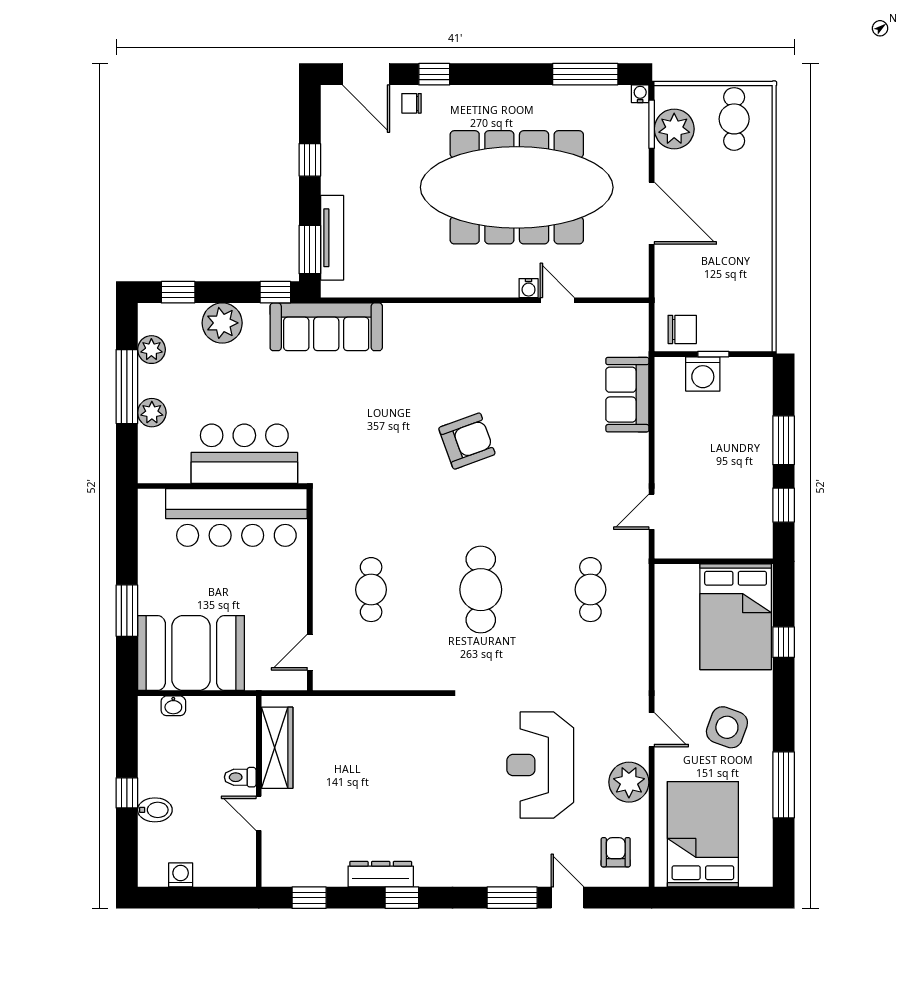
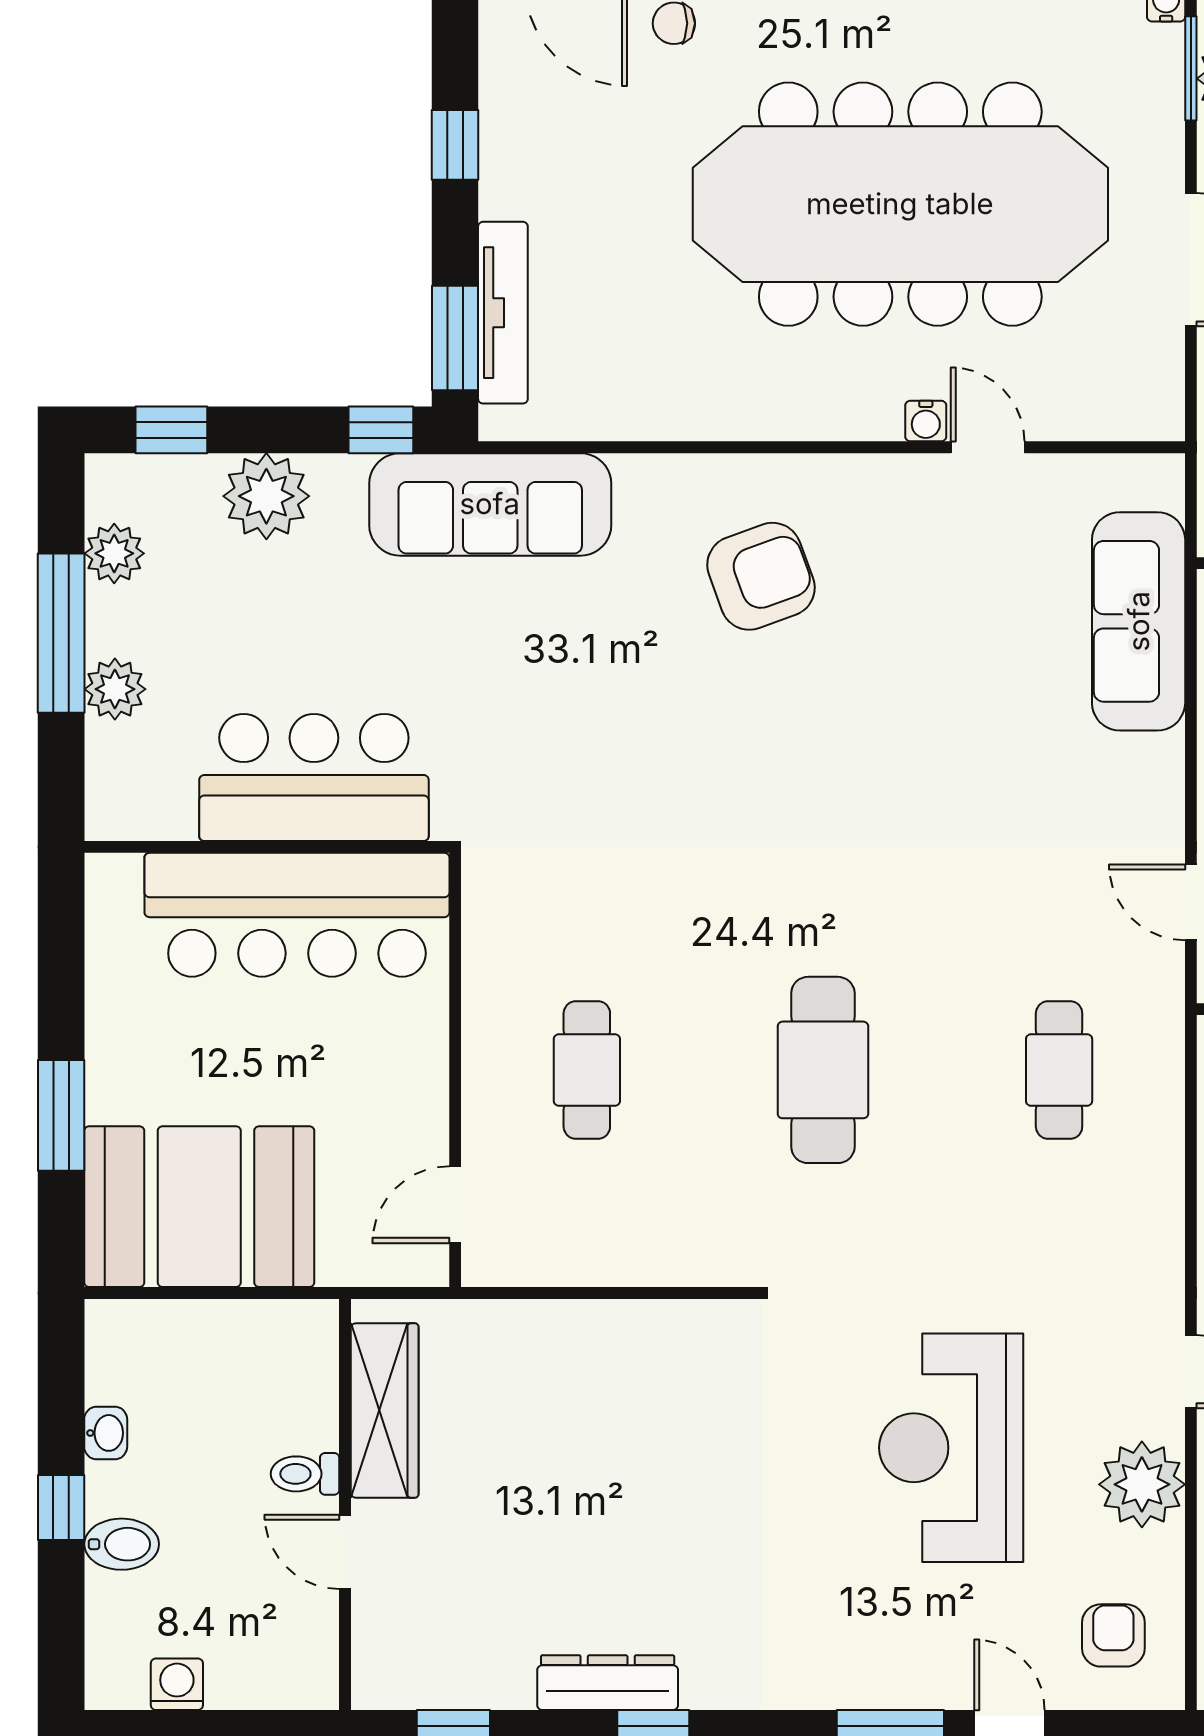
sofa: (627, 395) -> (1139, 621), width x1.36
armchair: (467, 441) -> (761, 576), moved
door: (652, 512) -> (1191, 902), hinge flipped
washbasin: (173, 706) -> (106, 1433), moved, turned -90

